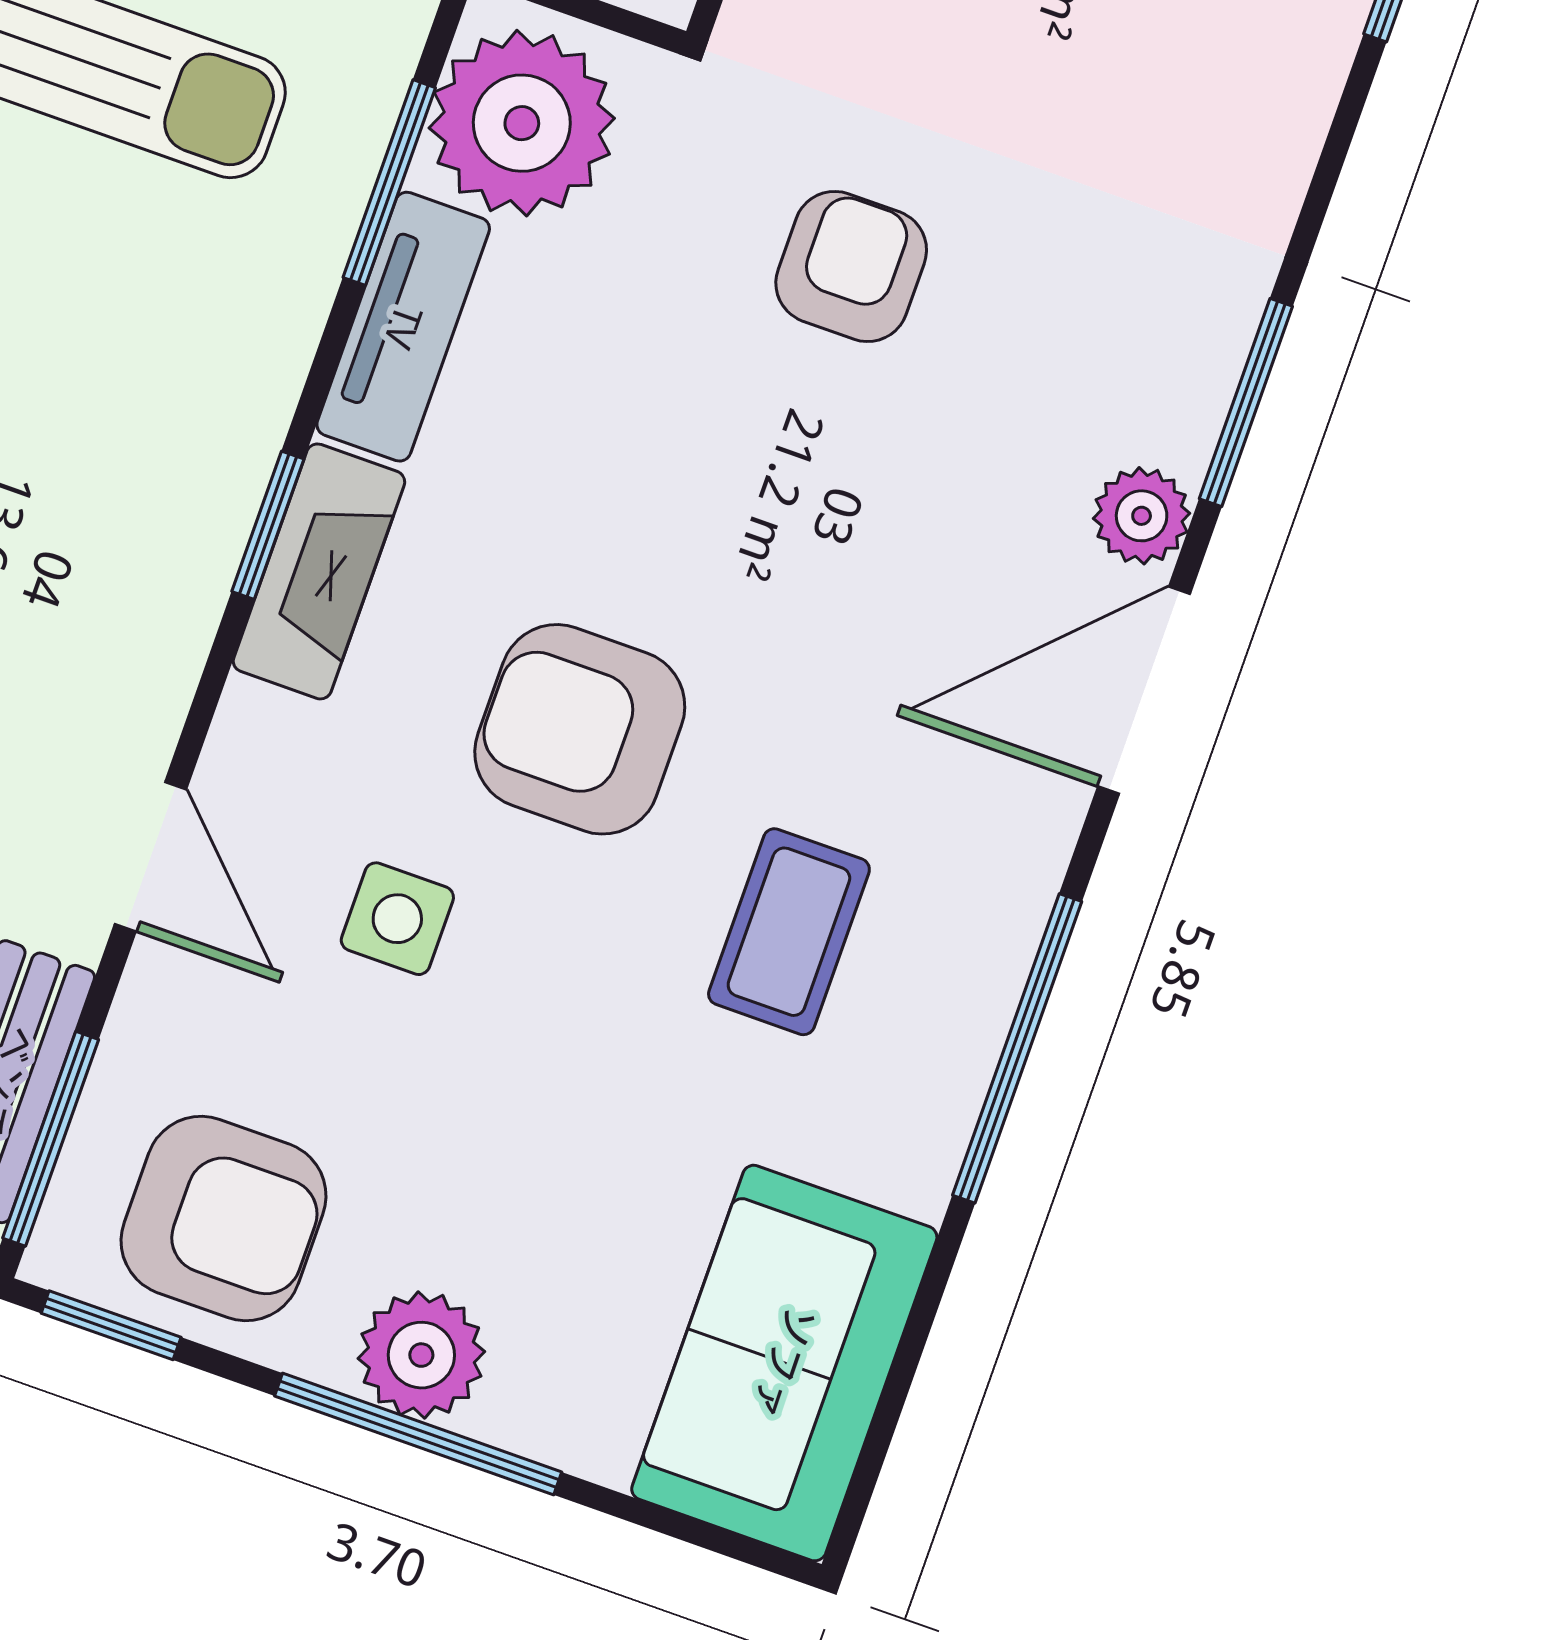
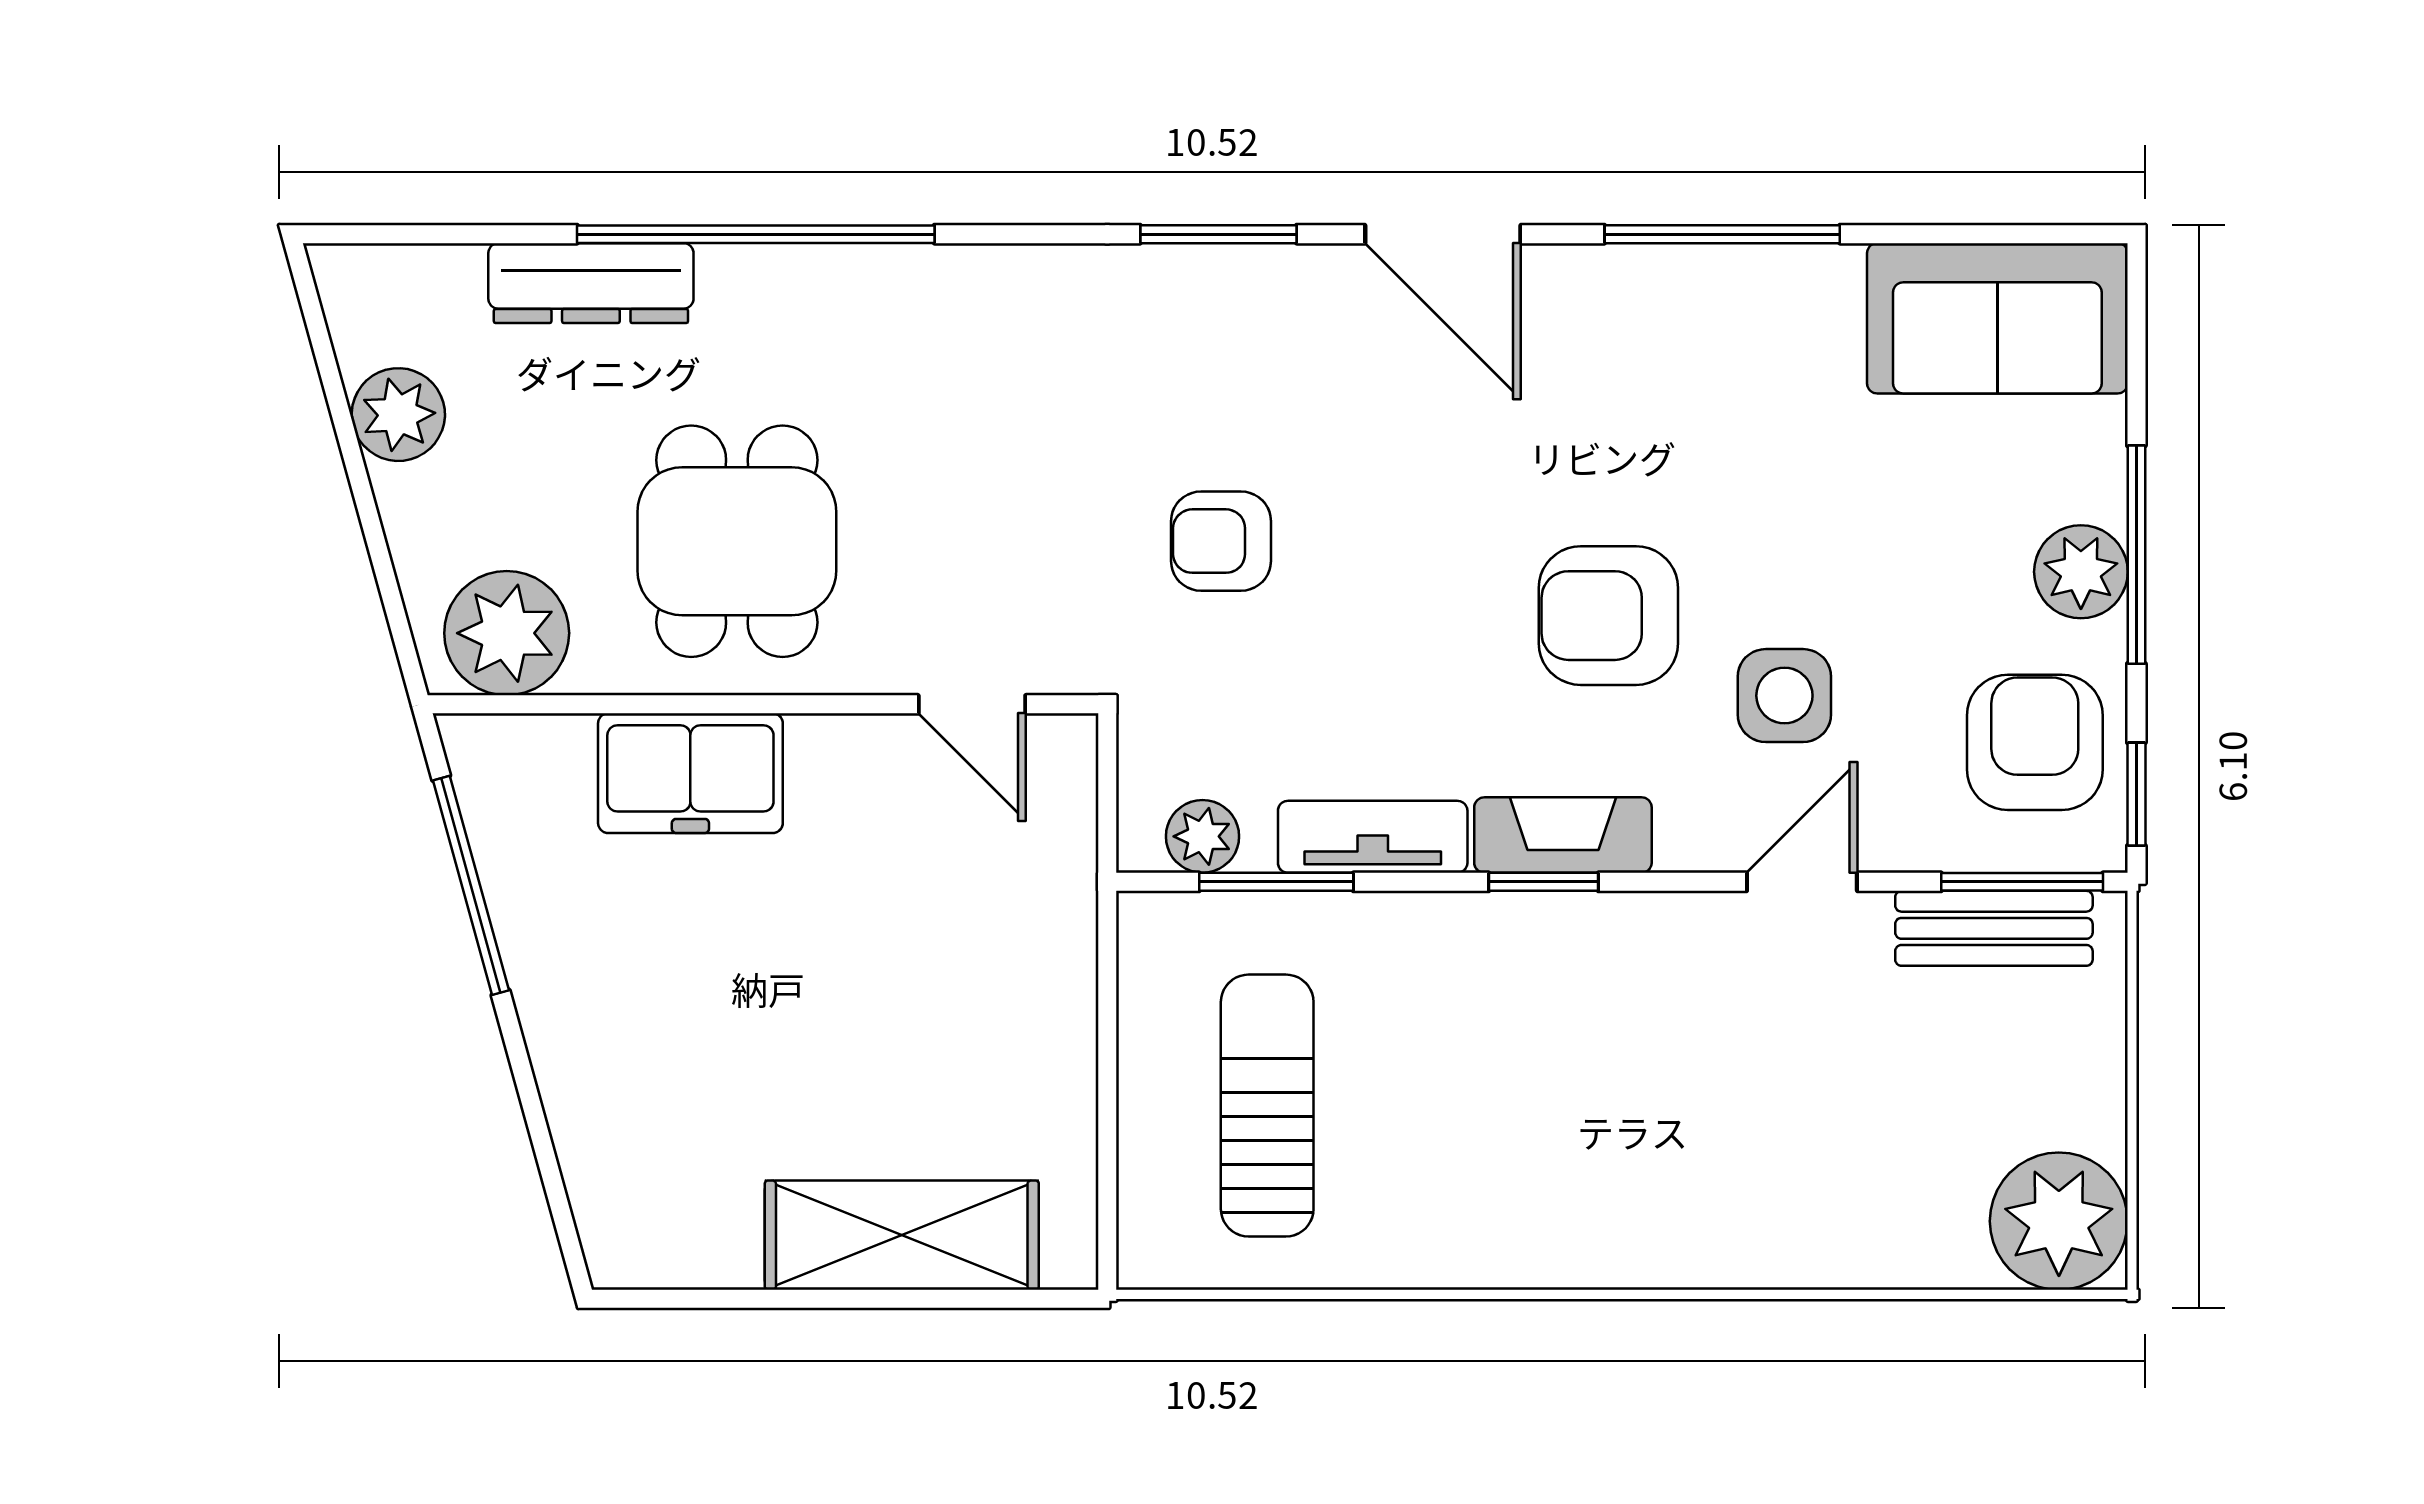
plant: (522, 123) -> (1202, 836), width x0.53, depth x0.53
plant: (1142, 516) -> (1323, 279), removed
armchair: (580, 729) -> (1608, 616), turned 90
side table: (397, 919) -> (1784, 696), width x1.37, depth x1.37
coffee table: (789, 932) -> (1697, 421), removed

